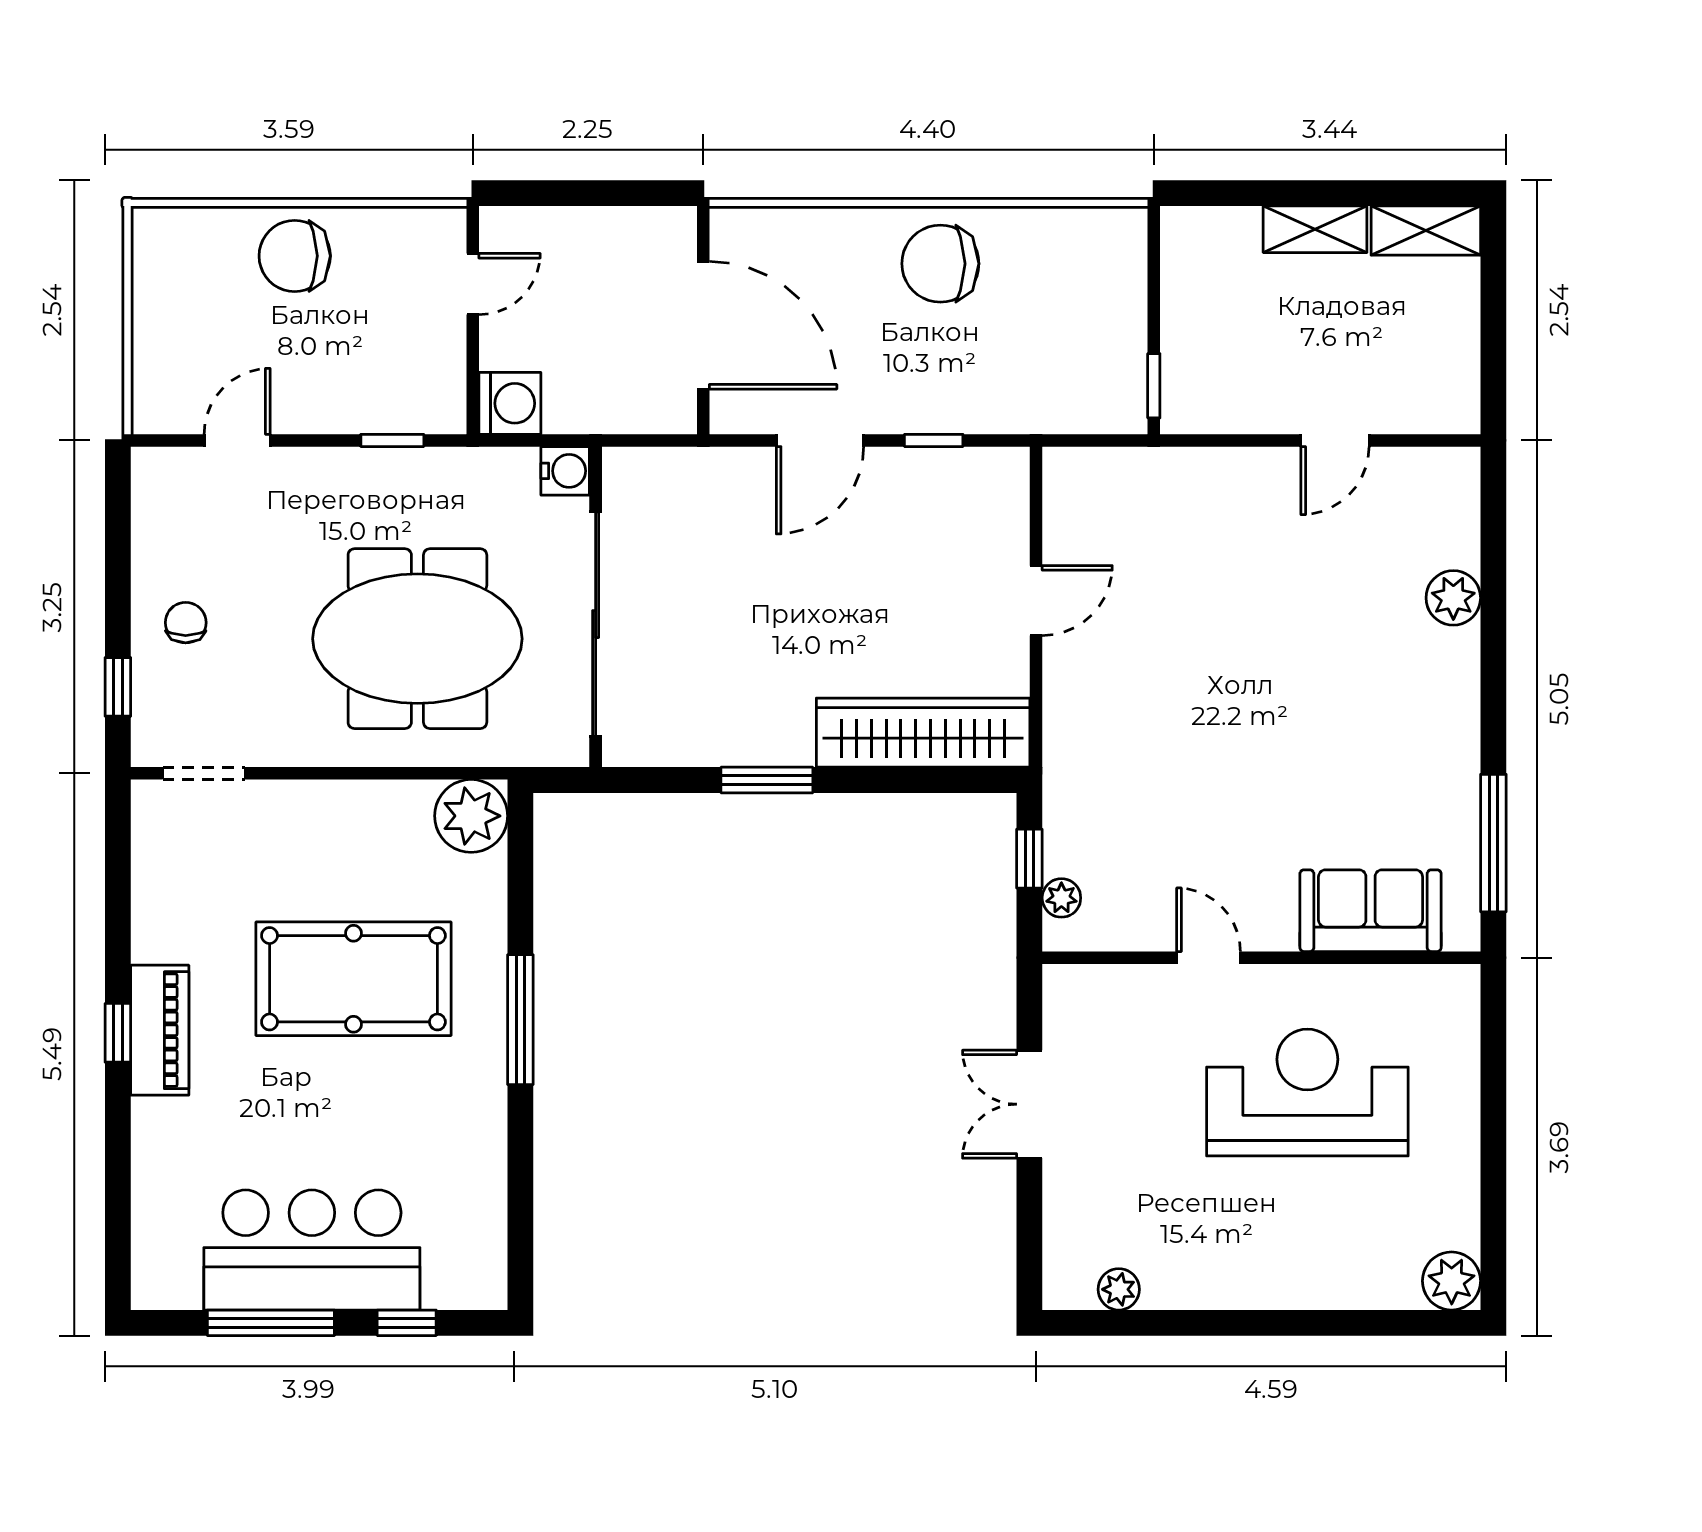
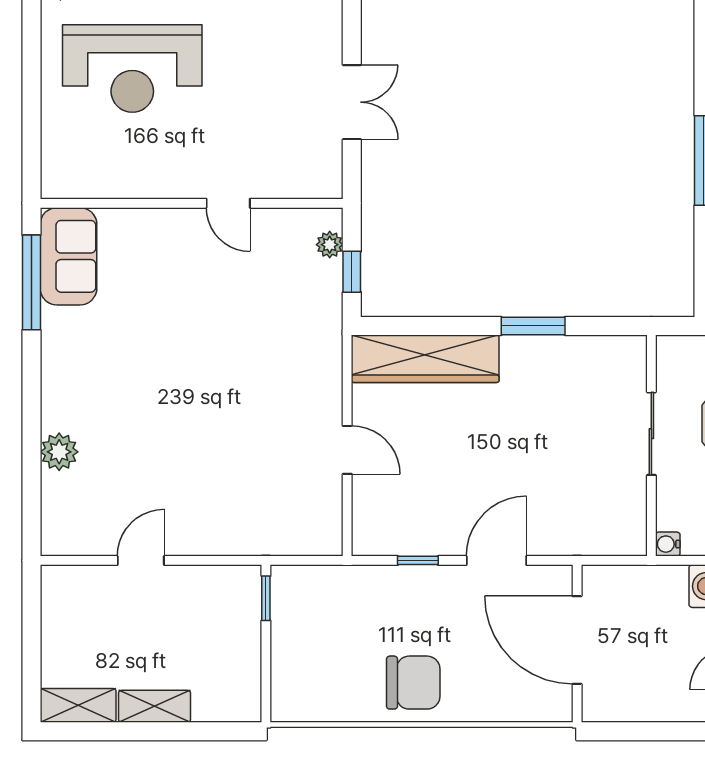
water cooler: (565, 471) -> (668, 544), width x0.72, depth x0.72
door: (1036, 601) -> (347, 450), swing flipped
sliding door: (596, 624) -> (651, 434), width x0.54
sofa: (1371, 911) -> (68, 256), moved, turned -90
reception desk: (1307, 1092) -> (132, 69), moved

